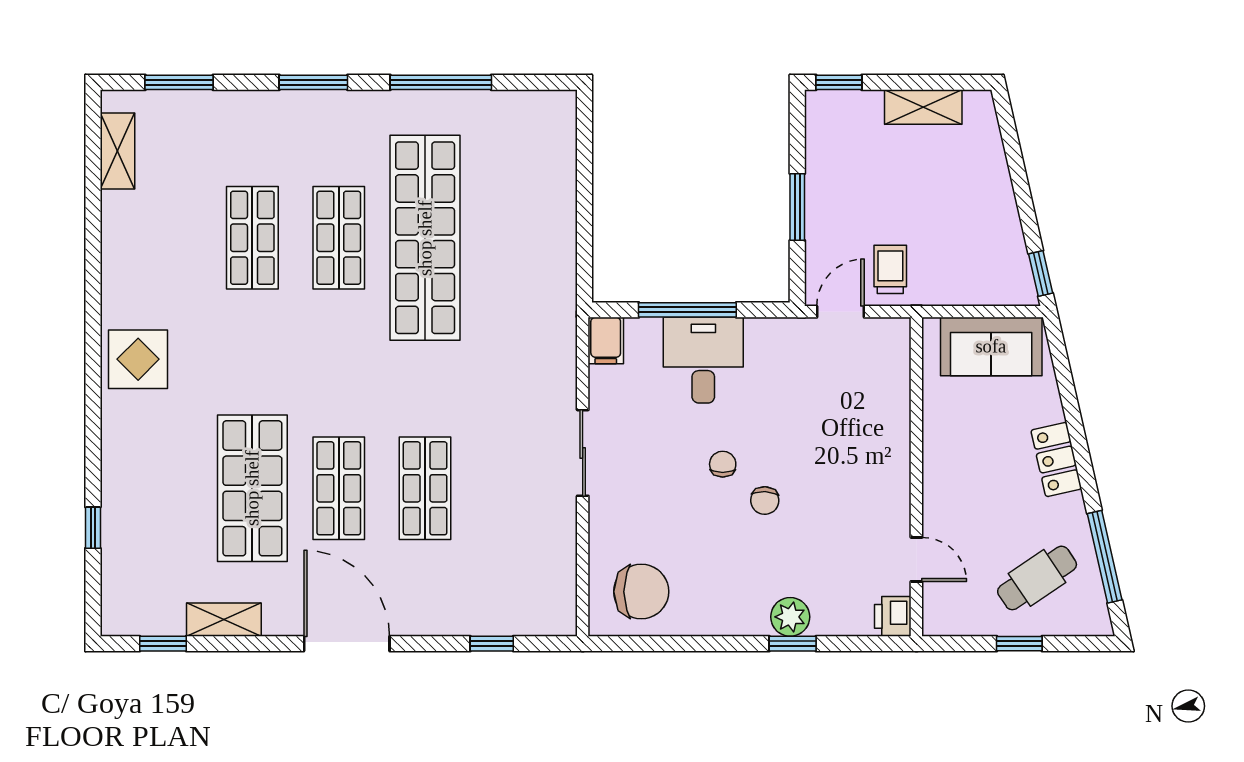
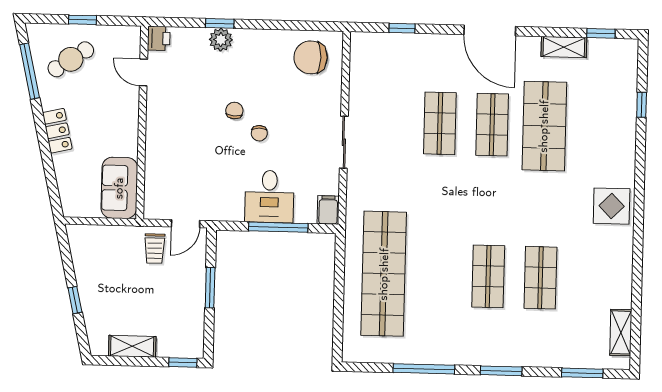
shop shelf: (425, 238) -> (384, 274), moved
window: (1041, 273) -> (75, 300), moved
sofa: (991, 346) -> (119, 188), moved, turned -90

